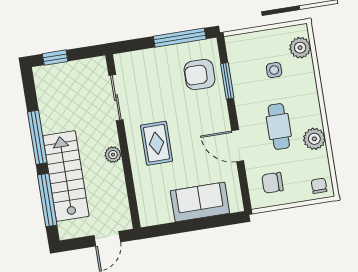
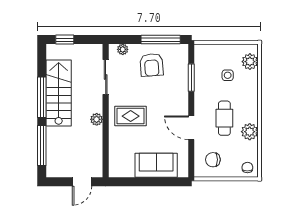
plant: (132, 58) -> (123, 49), added
armchair: (200, 75) -> (152, 65), moved, turned -94
rug: (156, 143) -> (131, 116), turned 90
stairs: (66, 176) -> (59, 93), moved

